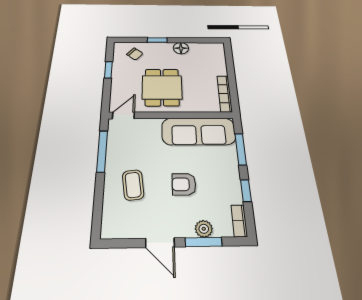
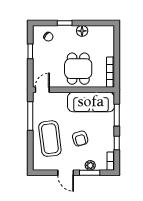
dining table: (162, 87) -> (78, 69), moved
armchair: (184, 184) -> (80, 138), turned -106
coffee table: (133, 185) -> (50, 139), width x1.86, depth x1.72

